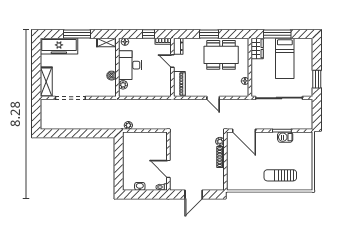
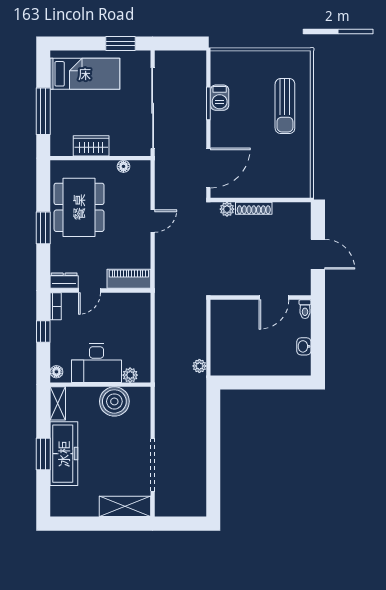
window: (77, 34) -> (43, 454), width x0.69
freezer: (59, 46) -> (64, 454), moved
wardrobe: (257, 48) -> (91, 146), moved
bed: (285, 58) -> (85, 74), moved
boiler: (112, 76) -> (114, 401), width x1.86, depth x1.86

